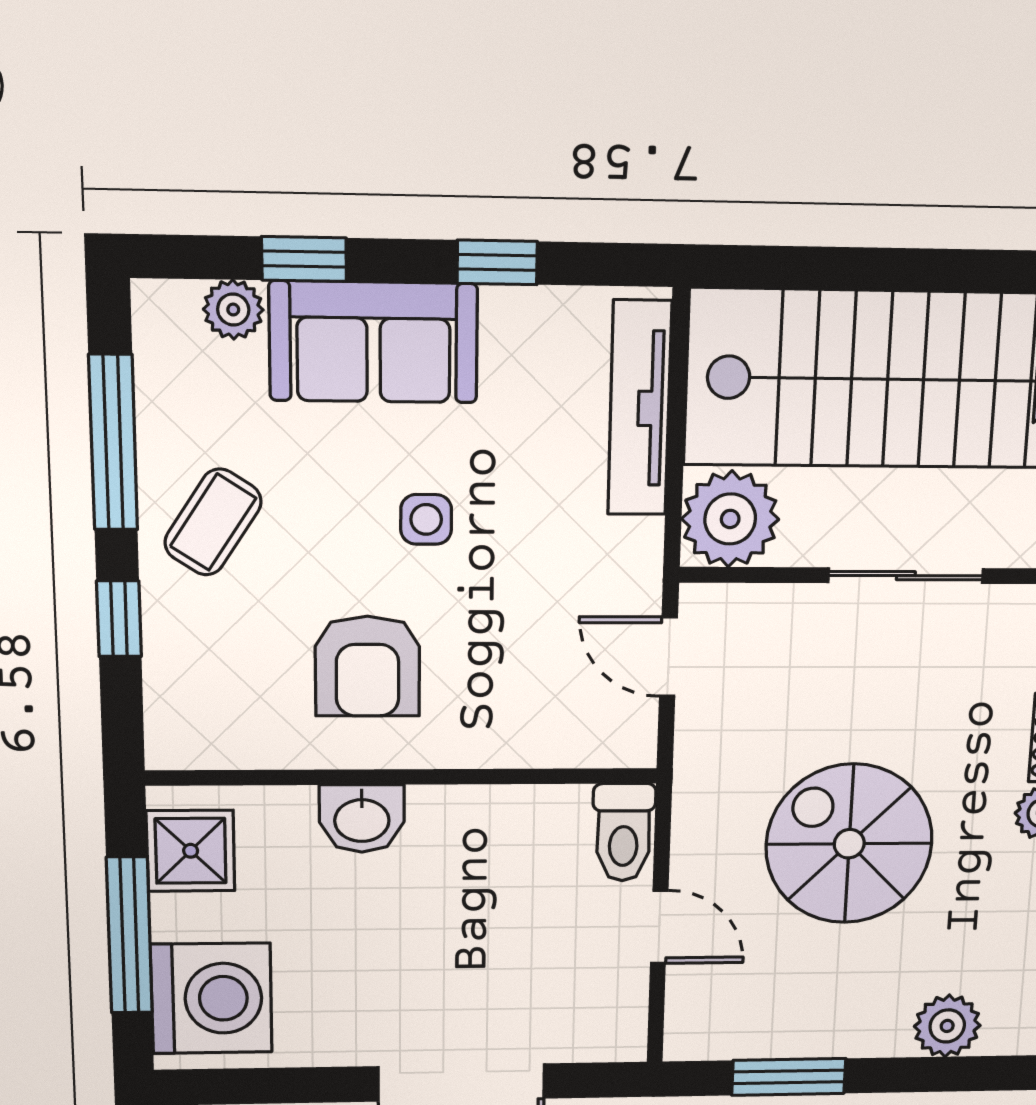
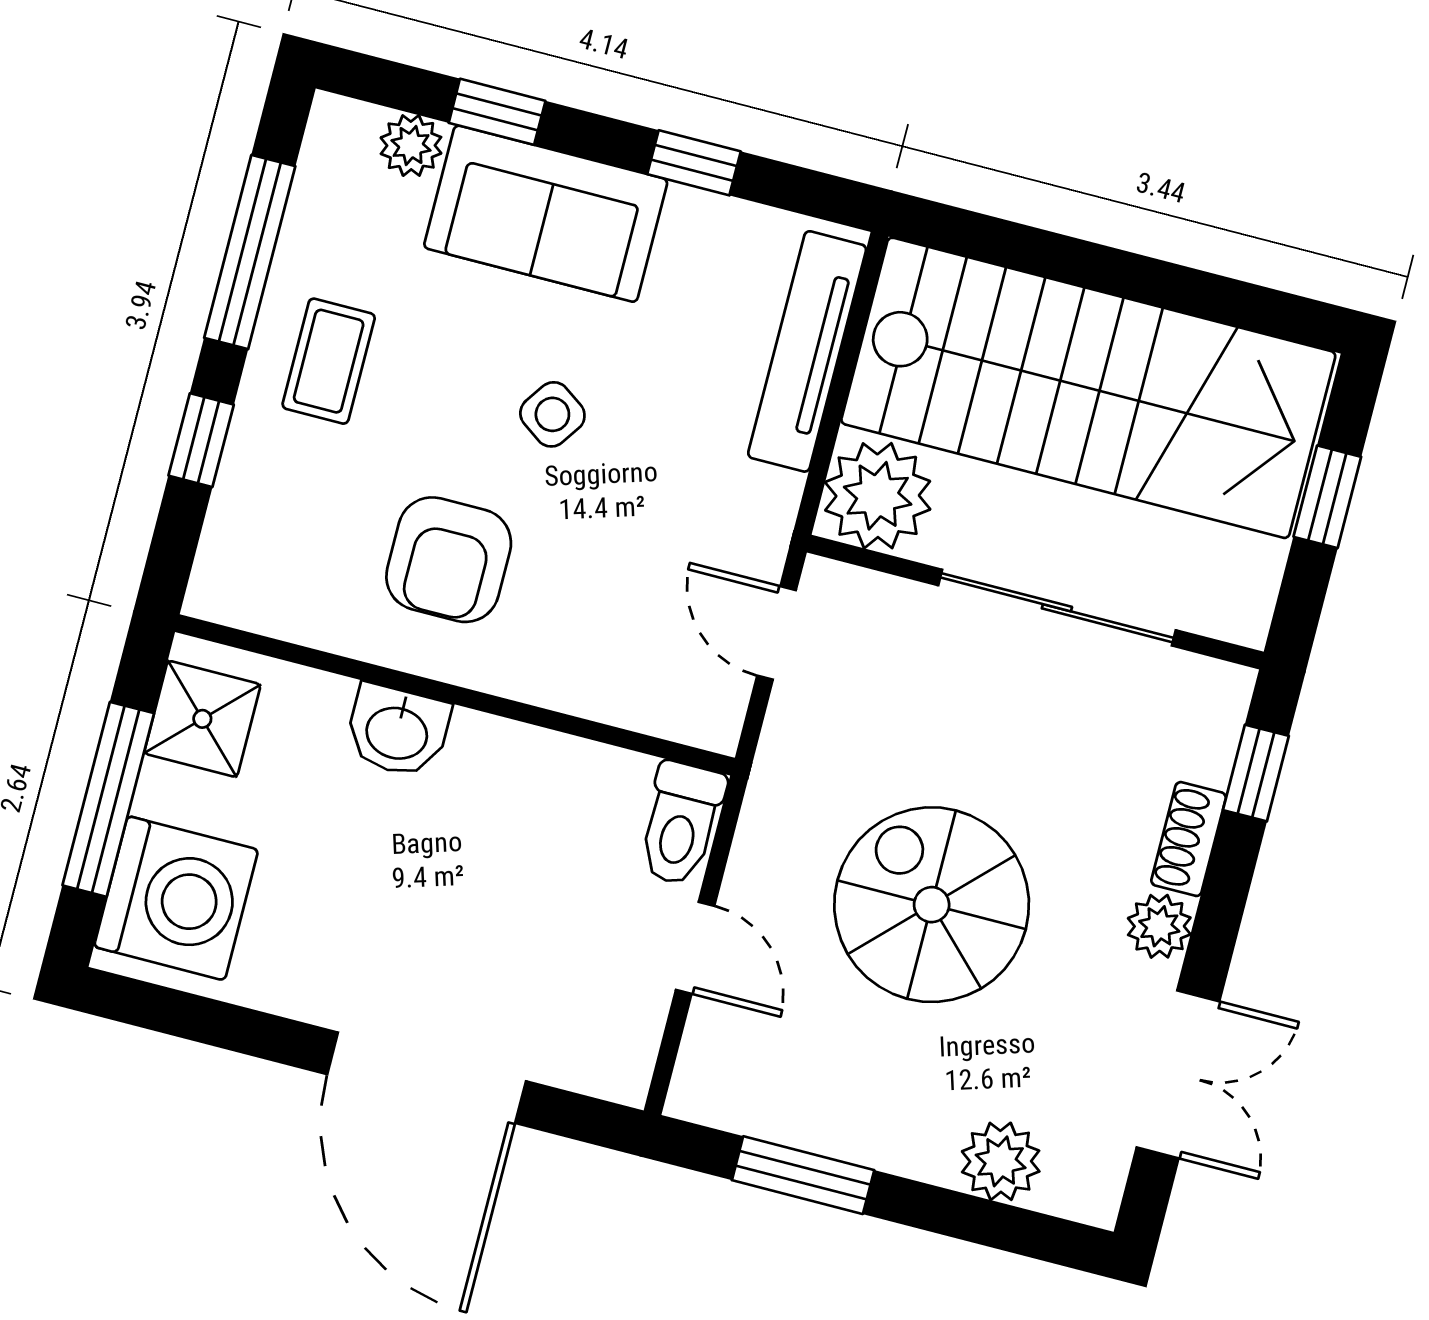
side table: (426, 519) -> (552, 414), turned 35
coffee table: (213, 522) -> (329, 361), turned -33
sliding door: (906, 576) -> (1057, 608), width x1.37

